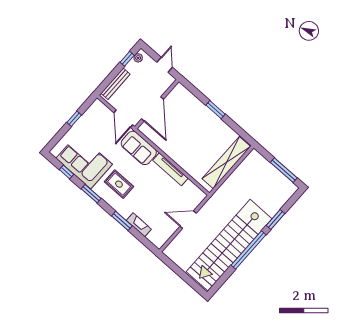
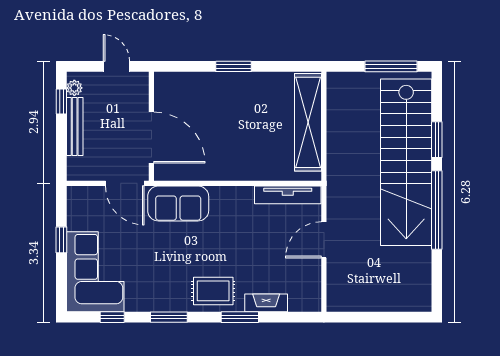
bench: (115, 84) -> (75, 127), moved
corner sofa: (84, 161) -> (95, 272), moved, turned 90
tv unit: (170, 169) -> (288, 195), moved
rug: (119, 184) -> (213, 291), moved
stairs: (229, 245) -> (406, 162), moved

